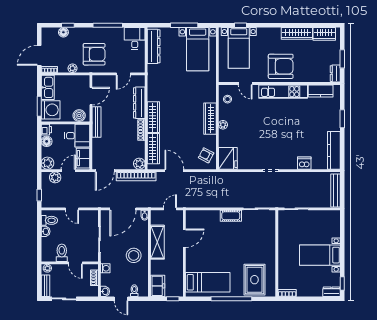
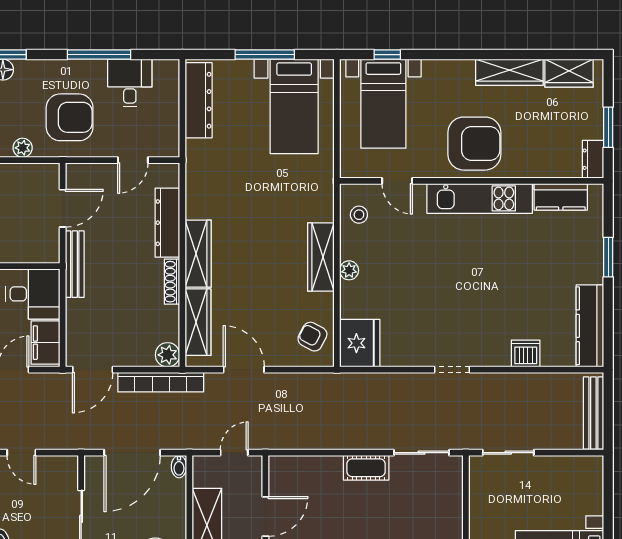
desk: (135, 38) -> (130, 83), moved
boiler: (79, 116) -> (37, 250), removed

